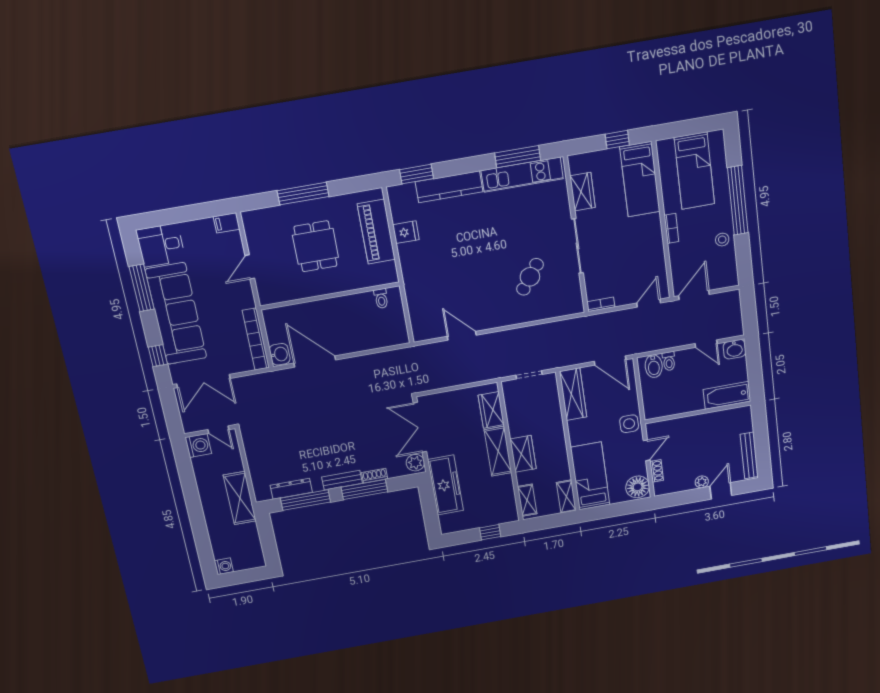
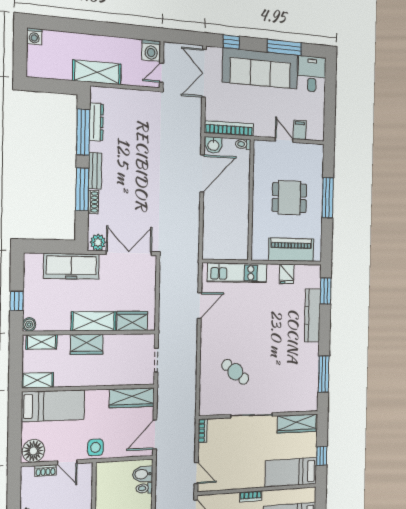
kitchen unit: (522, 175) -> (237, 273), moved, turned -90
wardrobe: (583, 192) -> (297, 424), width x1.50
filing cabinet: (227, 223) -> (300, 130), moved
toilet: (381, 299) -> (243, 144), moved
boiler: (512, 516) -> (29, 324), added

